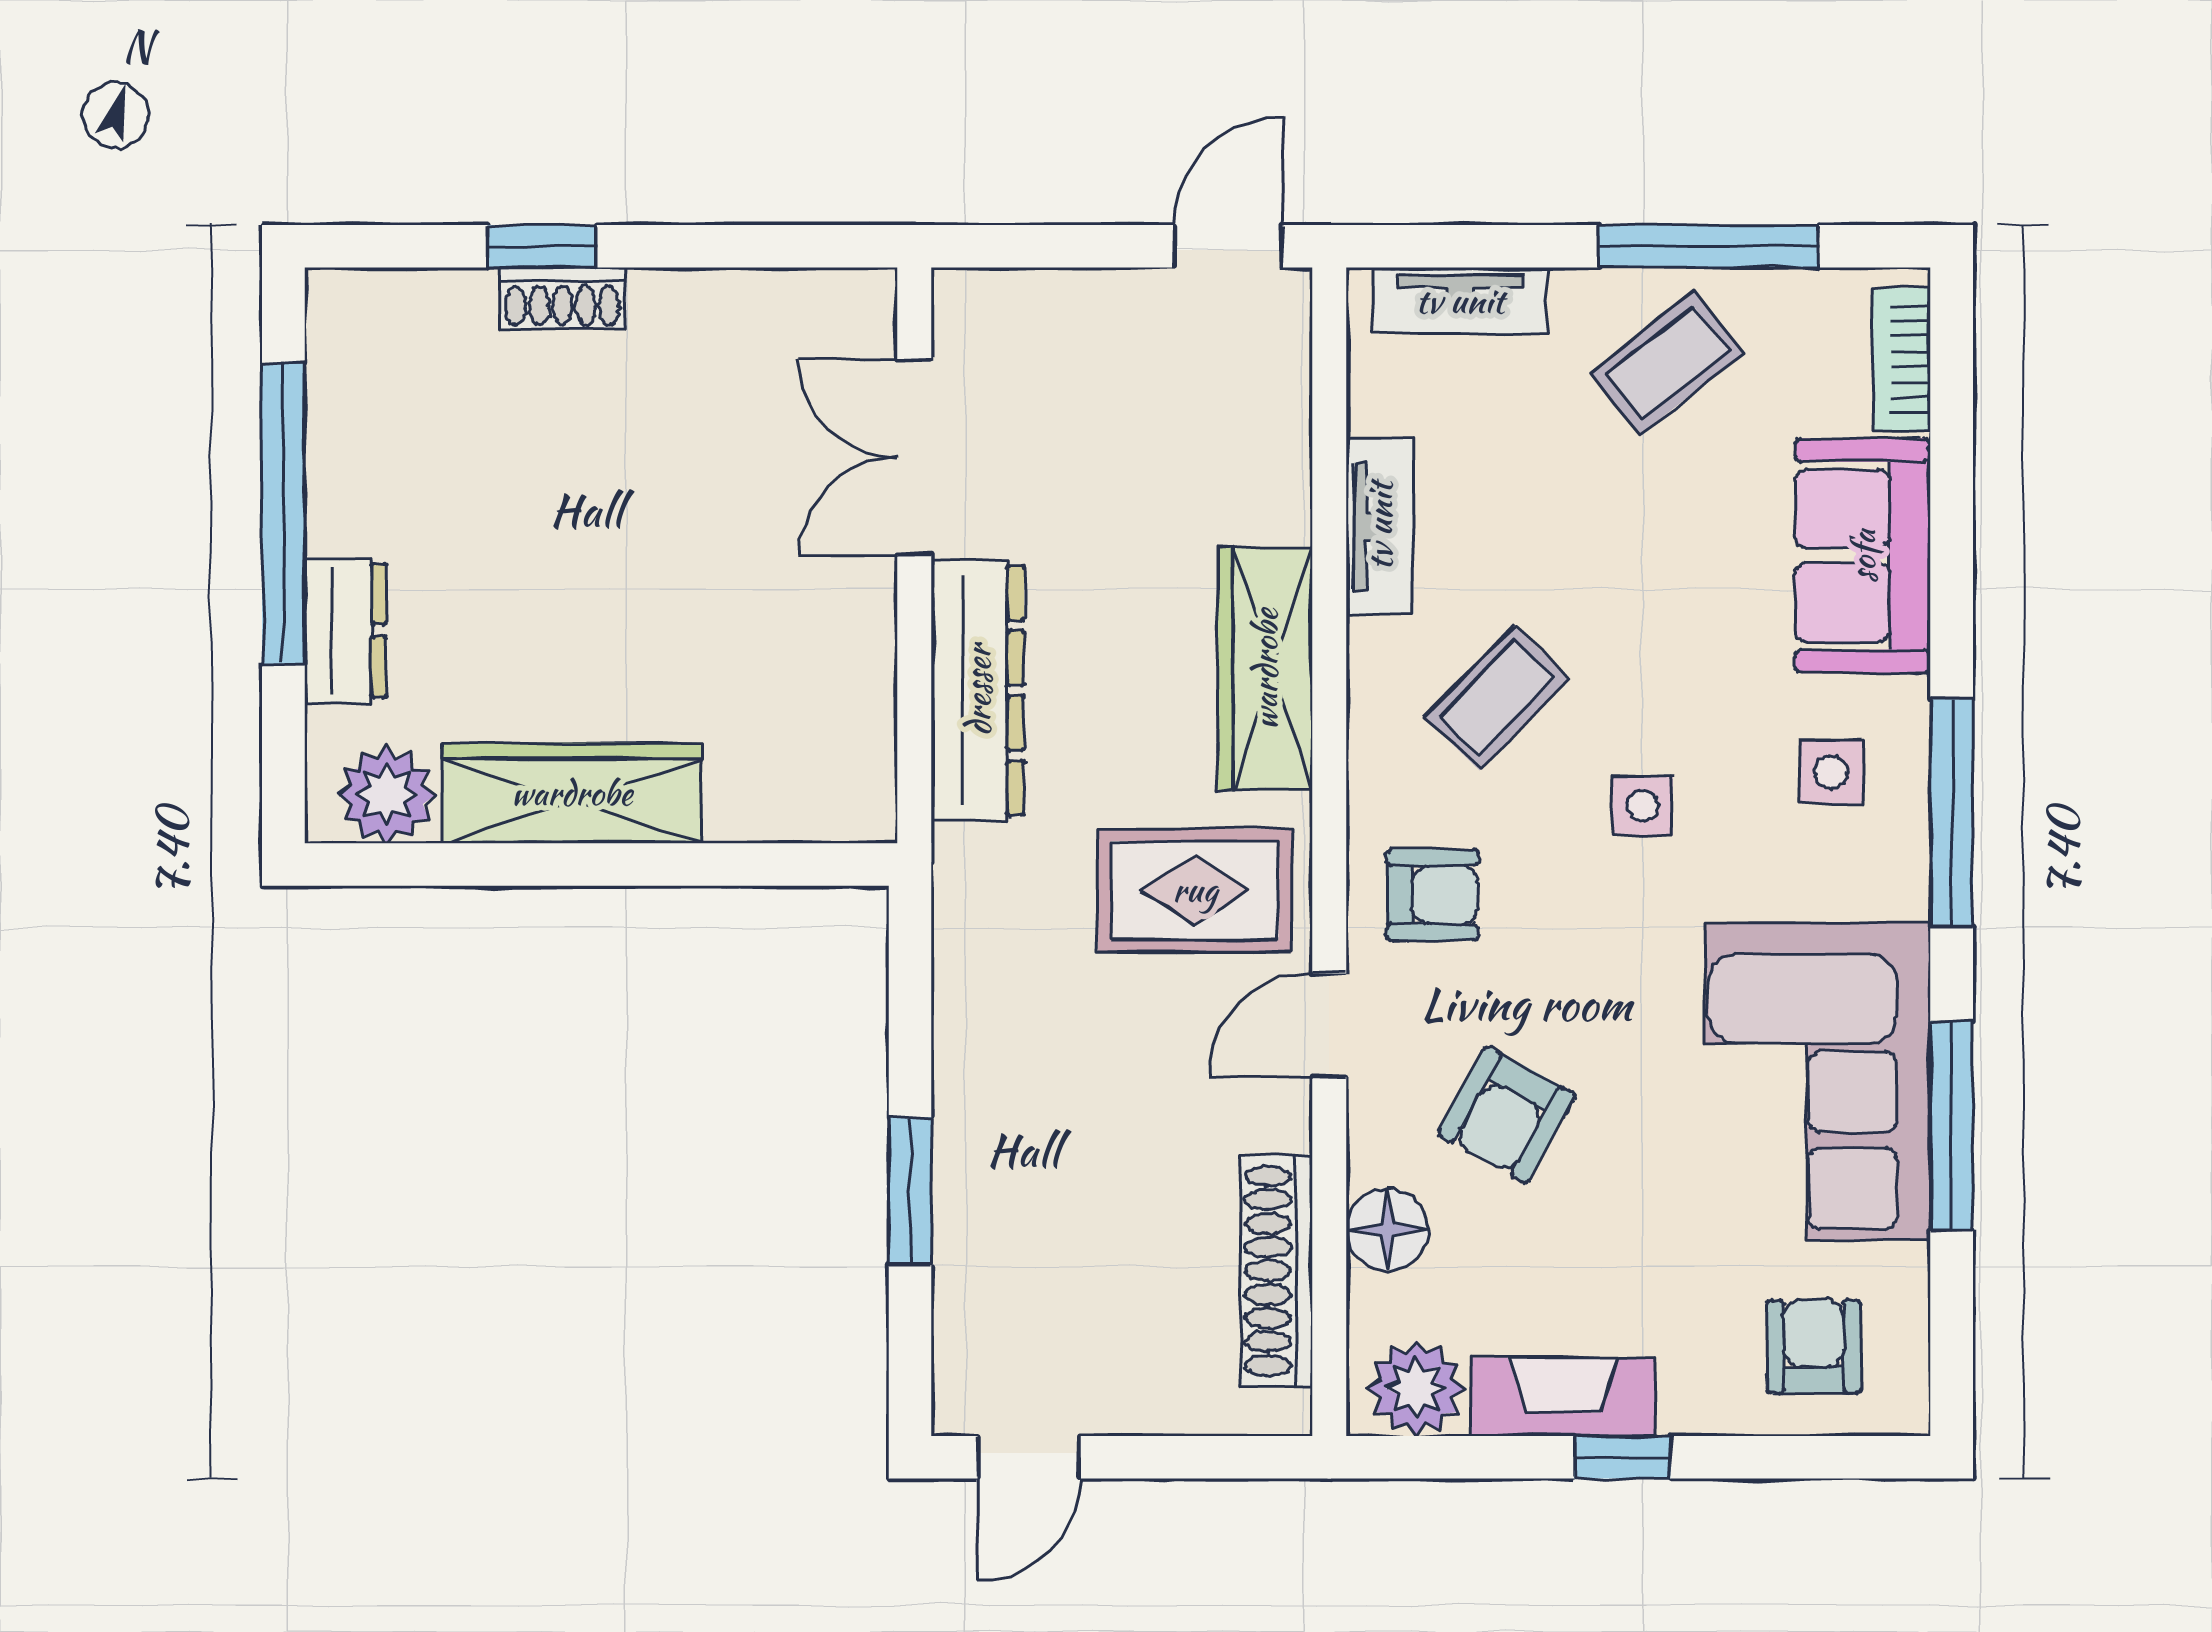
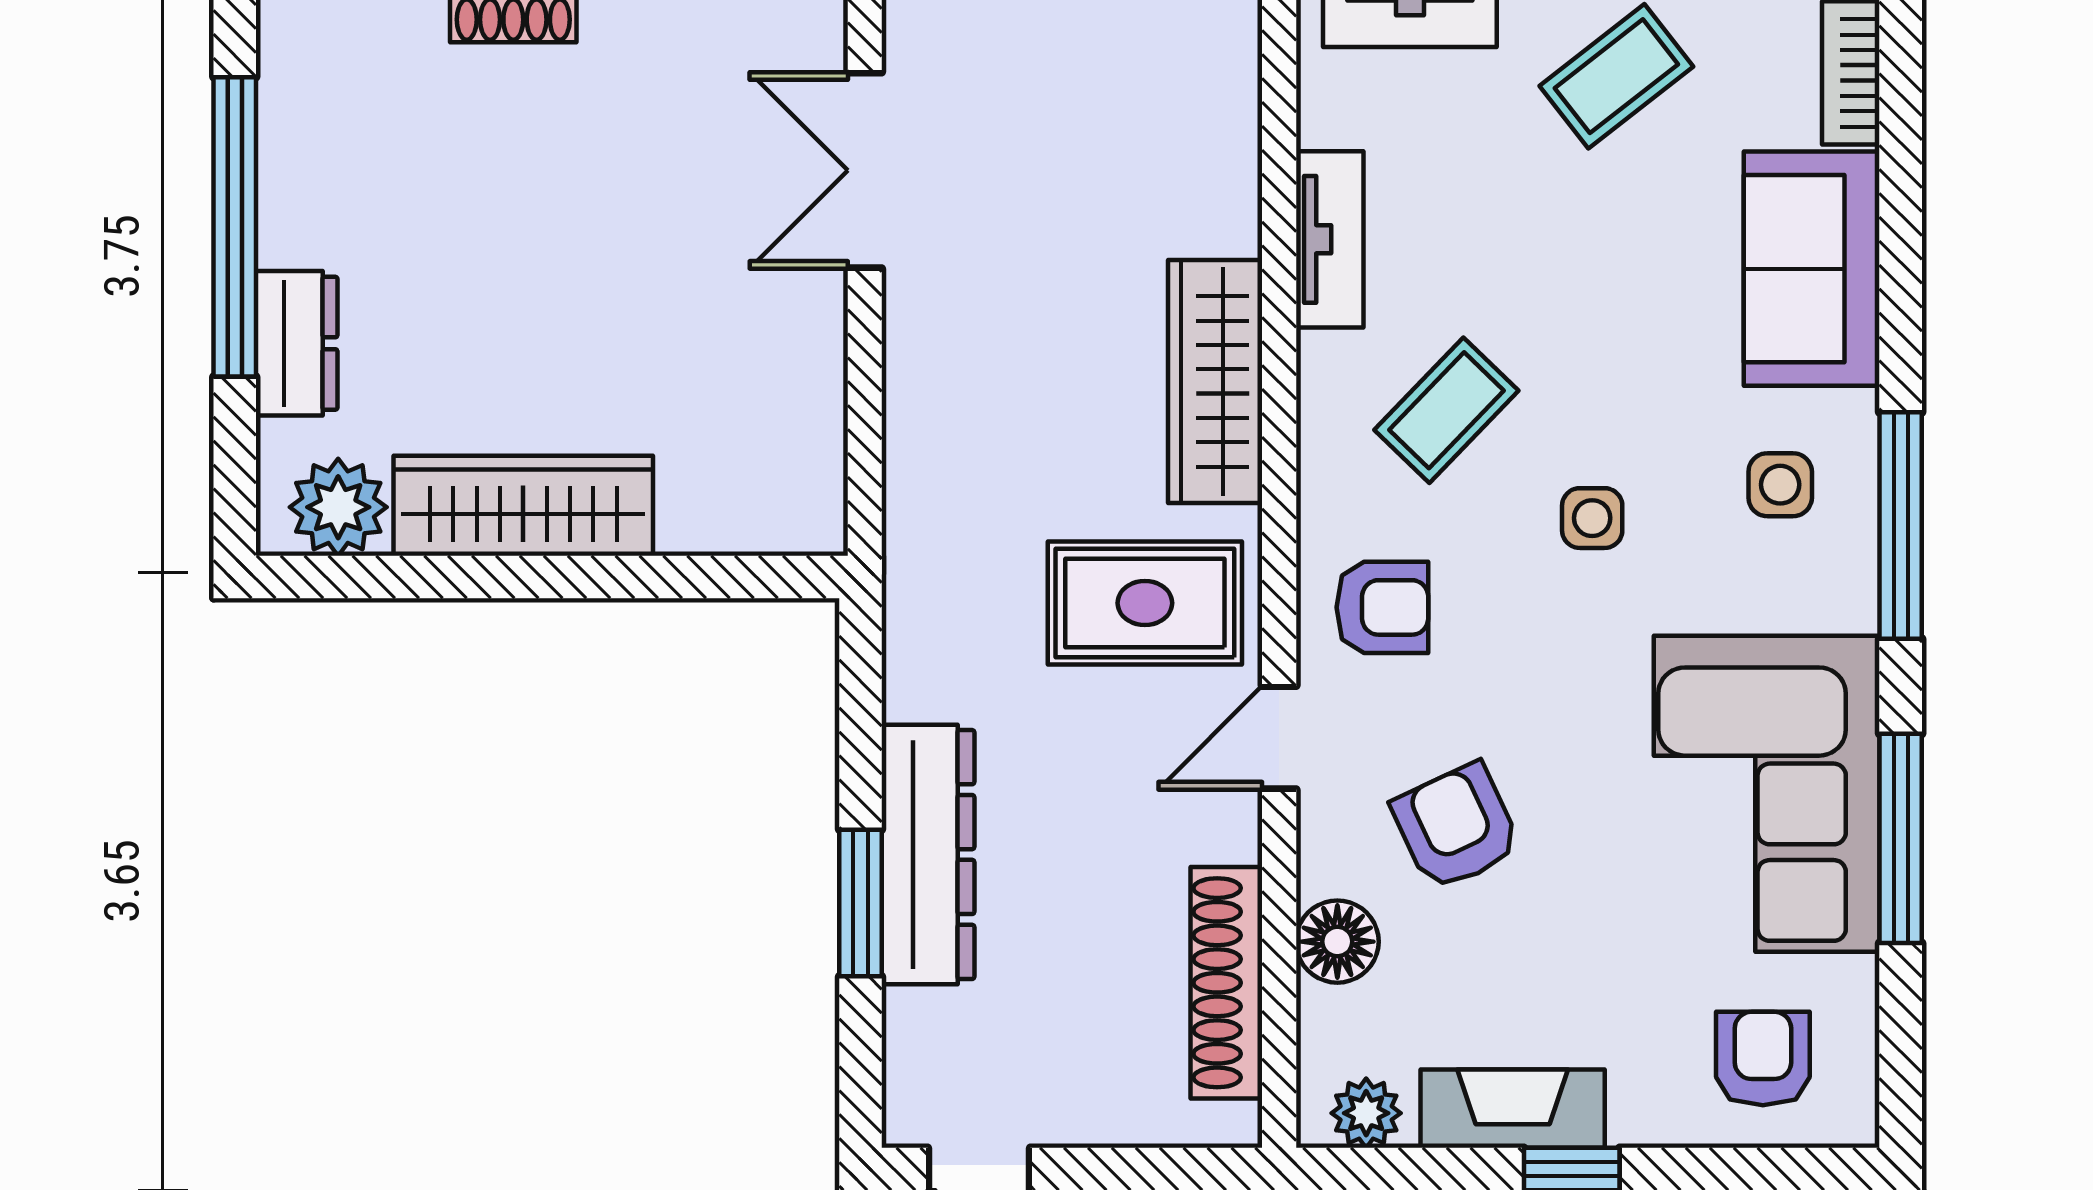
dresser: (978, 690) -> (928, 855), moved
armchair: (1507, 1115) -> (1456, 827), turned 126
plant: (1416, 1388) -> (1366, 1113), width x0.73, depth x0.73

